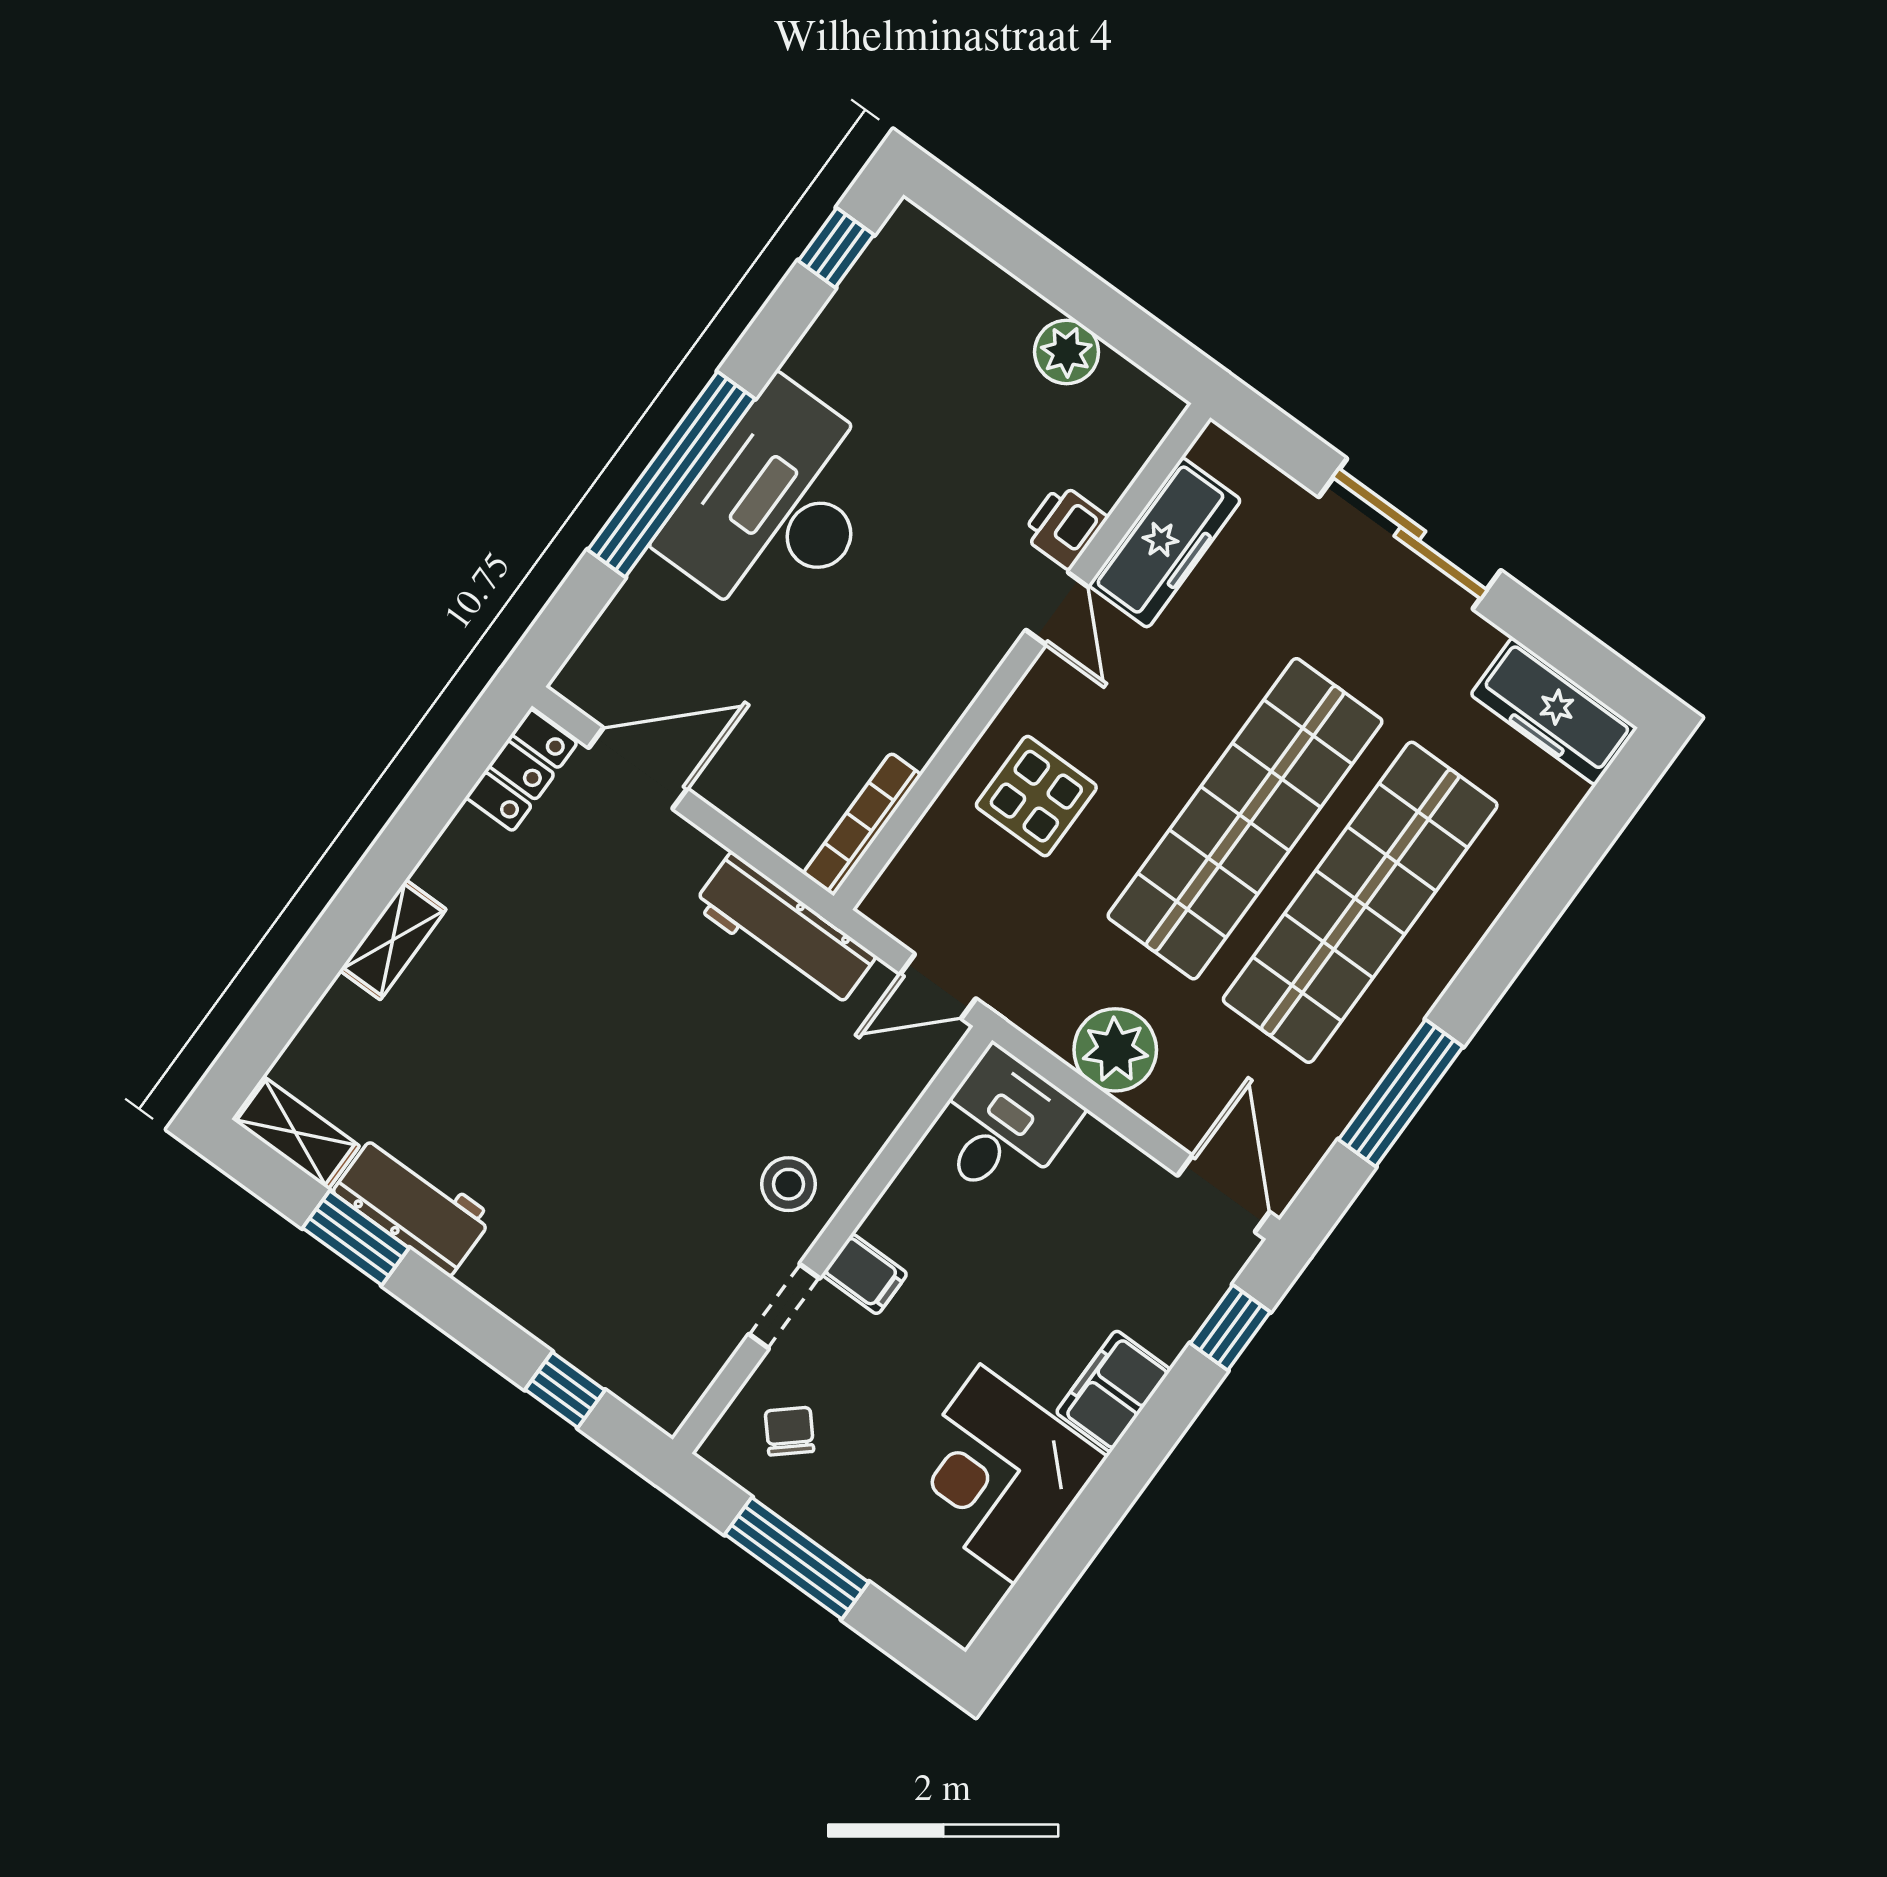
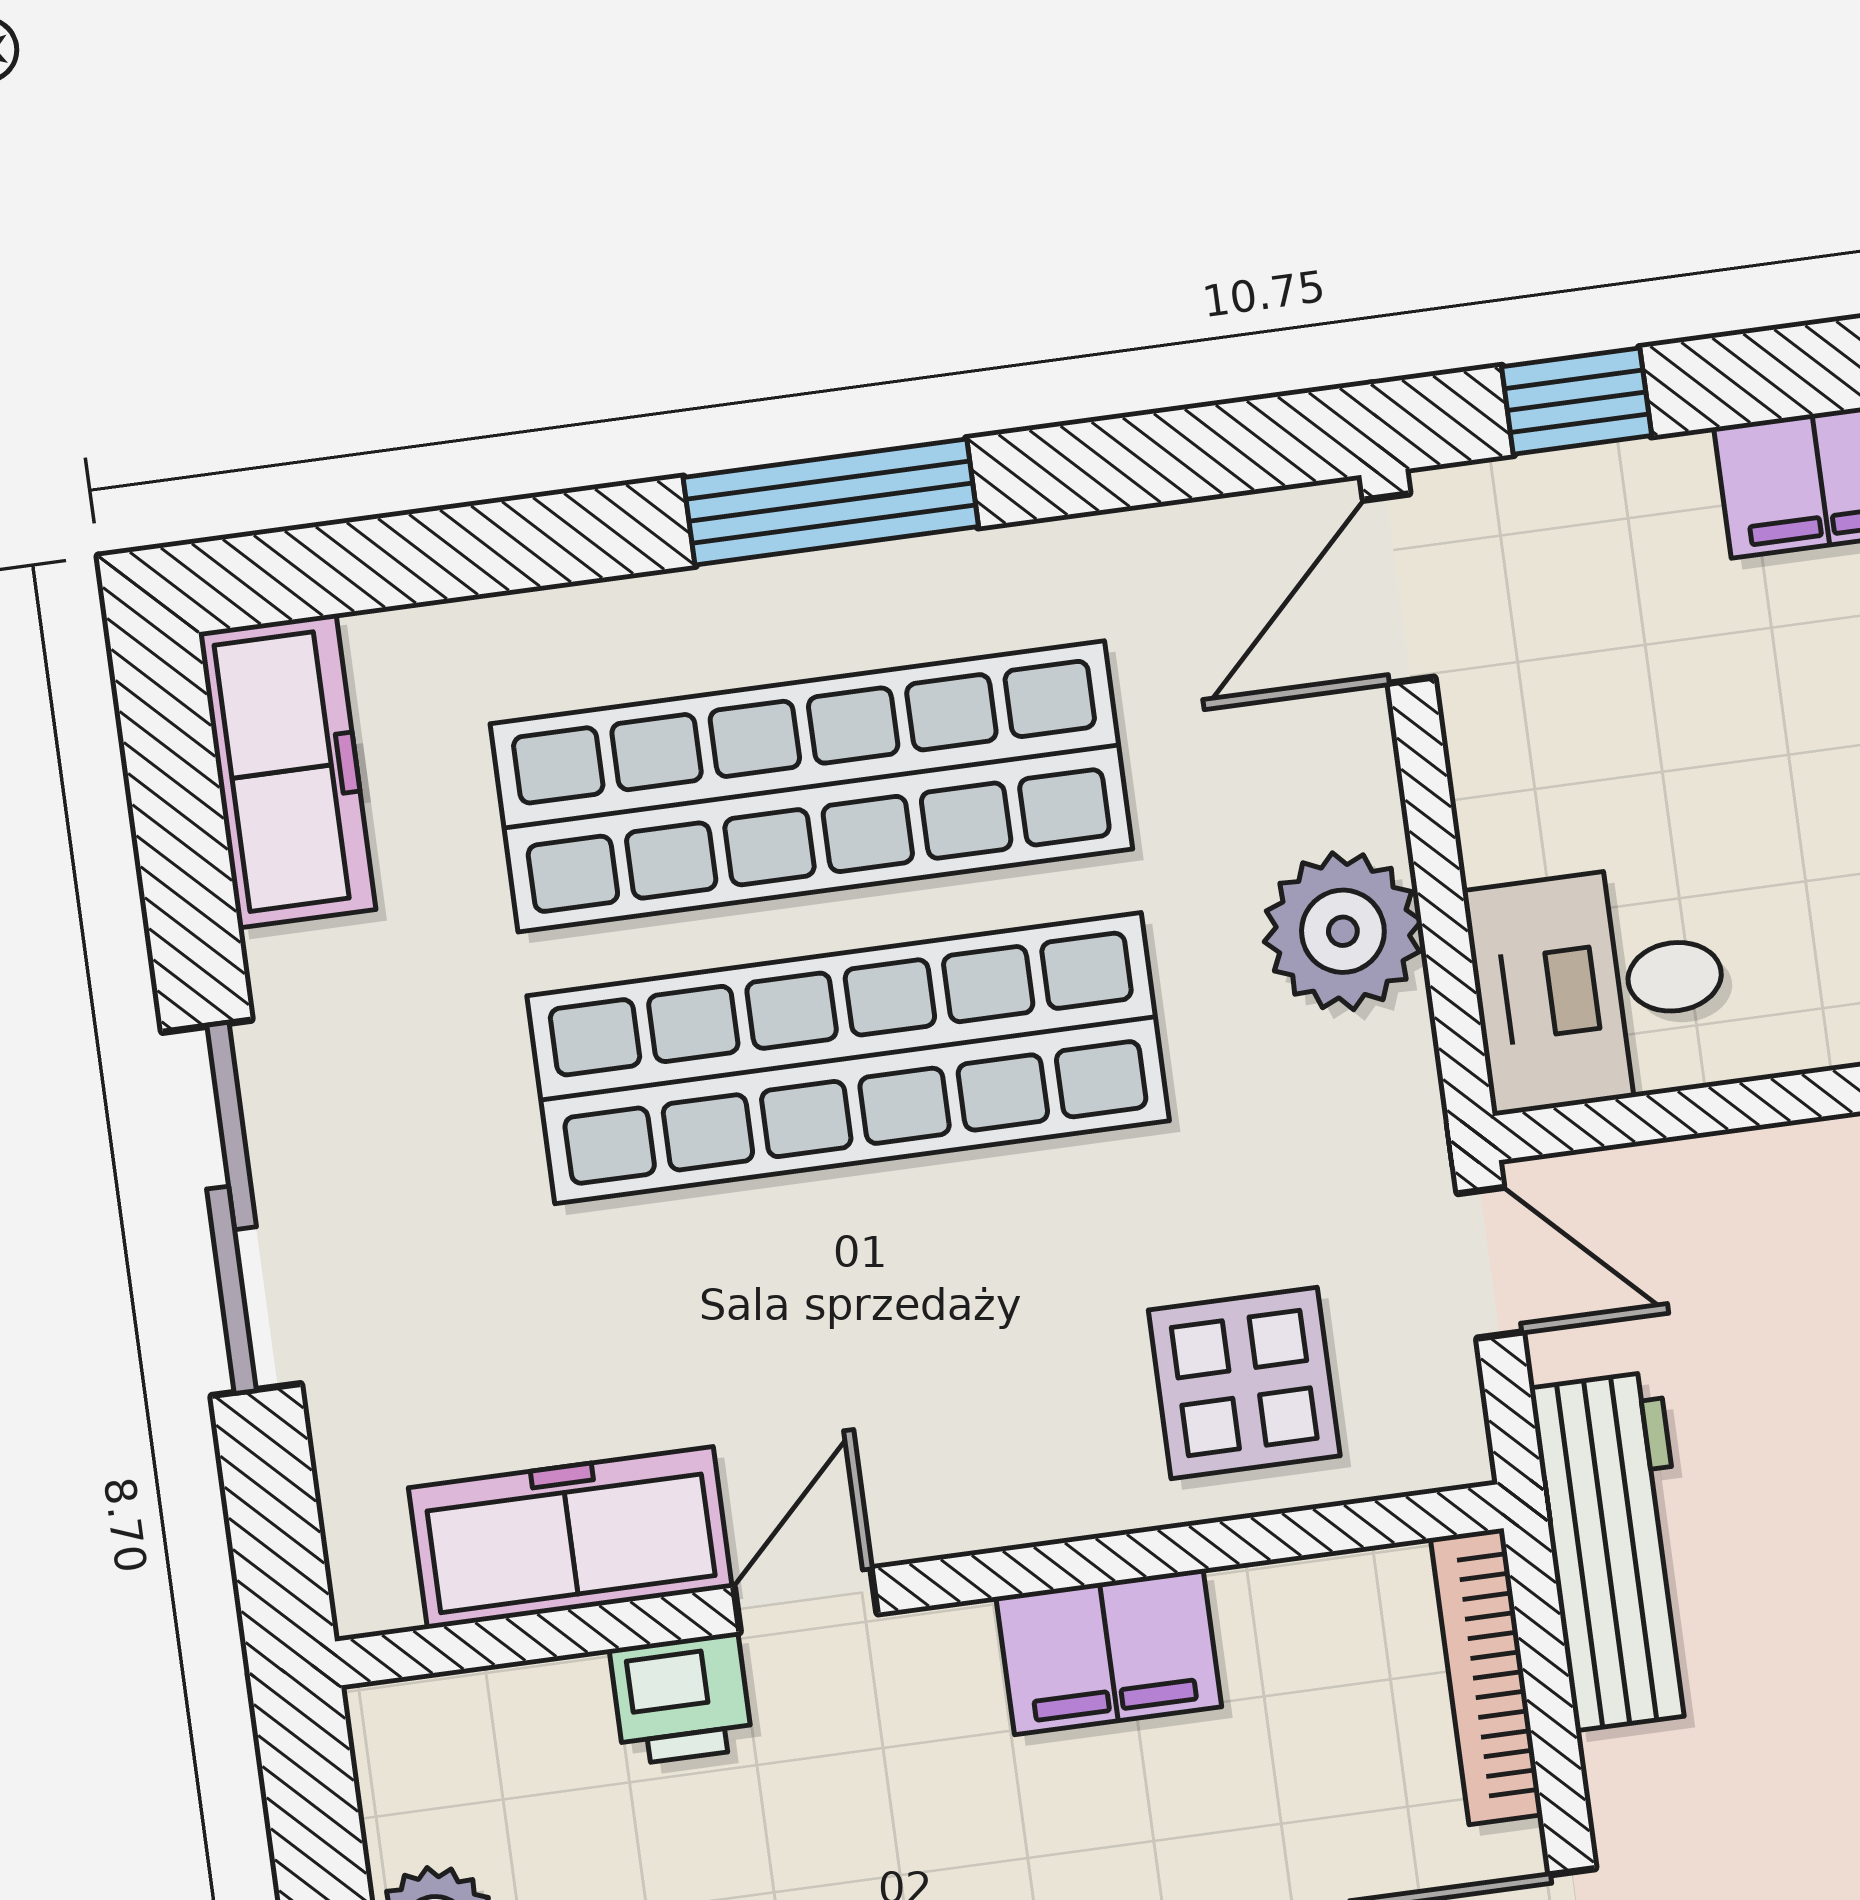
filing cabinet: (929, 704) -> (1109, 1652), added
display table: (1036, 796) -> (1244, 1383), moved
bookcase: (862, 824) -> (1486, 1676), moved, turned 90
window: (1401, 1093) -> (831, 502), moved

